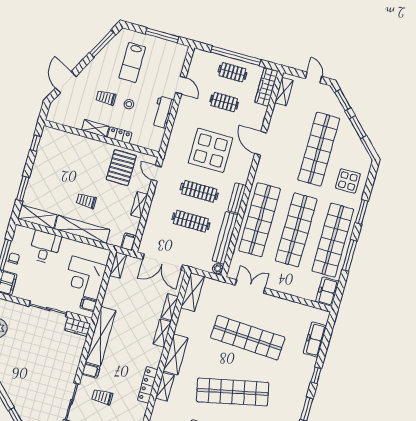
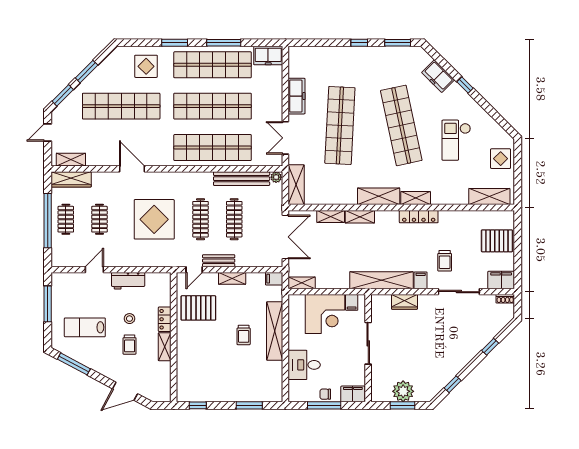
lab bench: (132, 62) -> (85, 327), turned 180
door: (261, 143) -> (132, 169), swing flipped
bench: (237, 198) -> (219, 261), moved
shelving: (37, 217) -> (275, 382), removed
shelving: (193, 292) -> (296, 185), moved, turned 90
wardrobe: (78, 327) -> (404, 302), moved, turned 90
freezer: (315, 339) -> (297, 96), moved, turned -90

